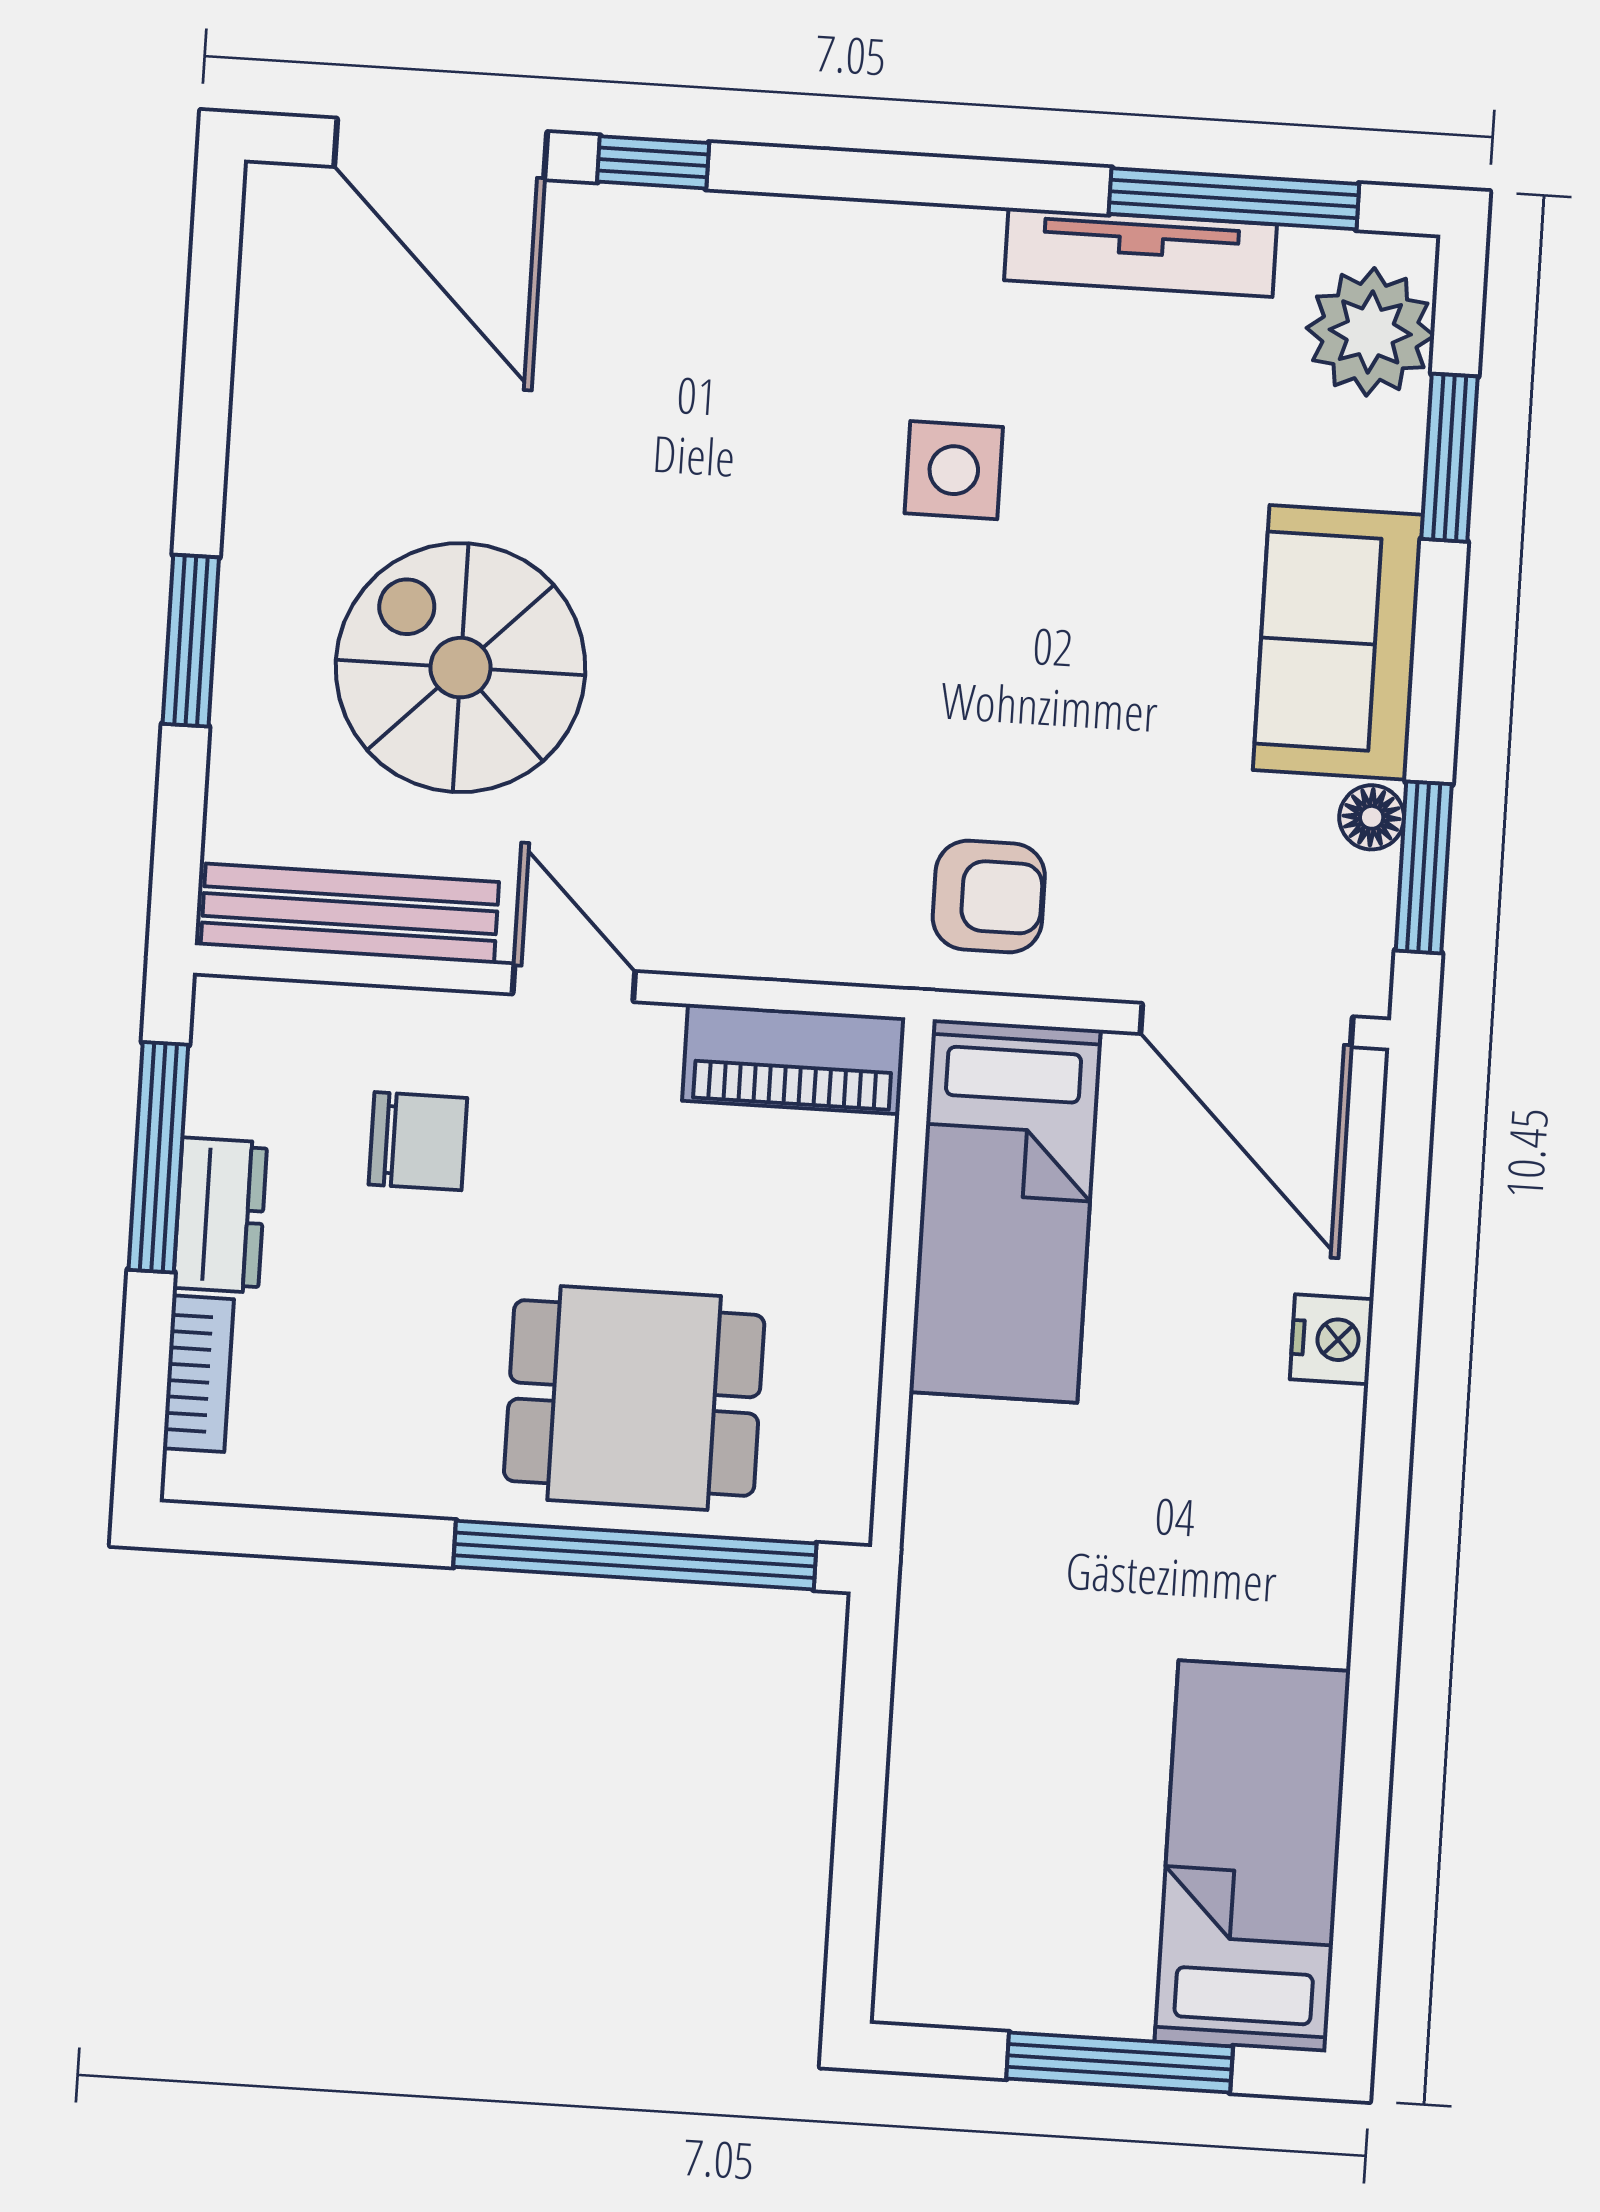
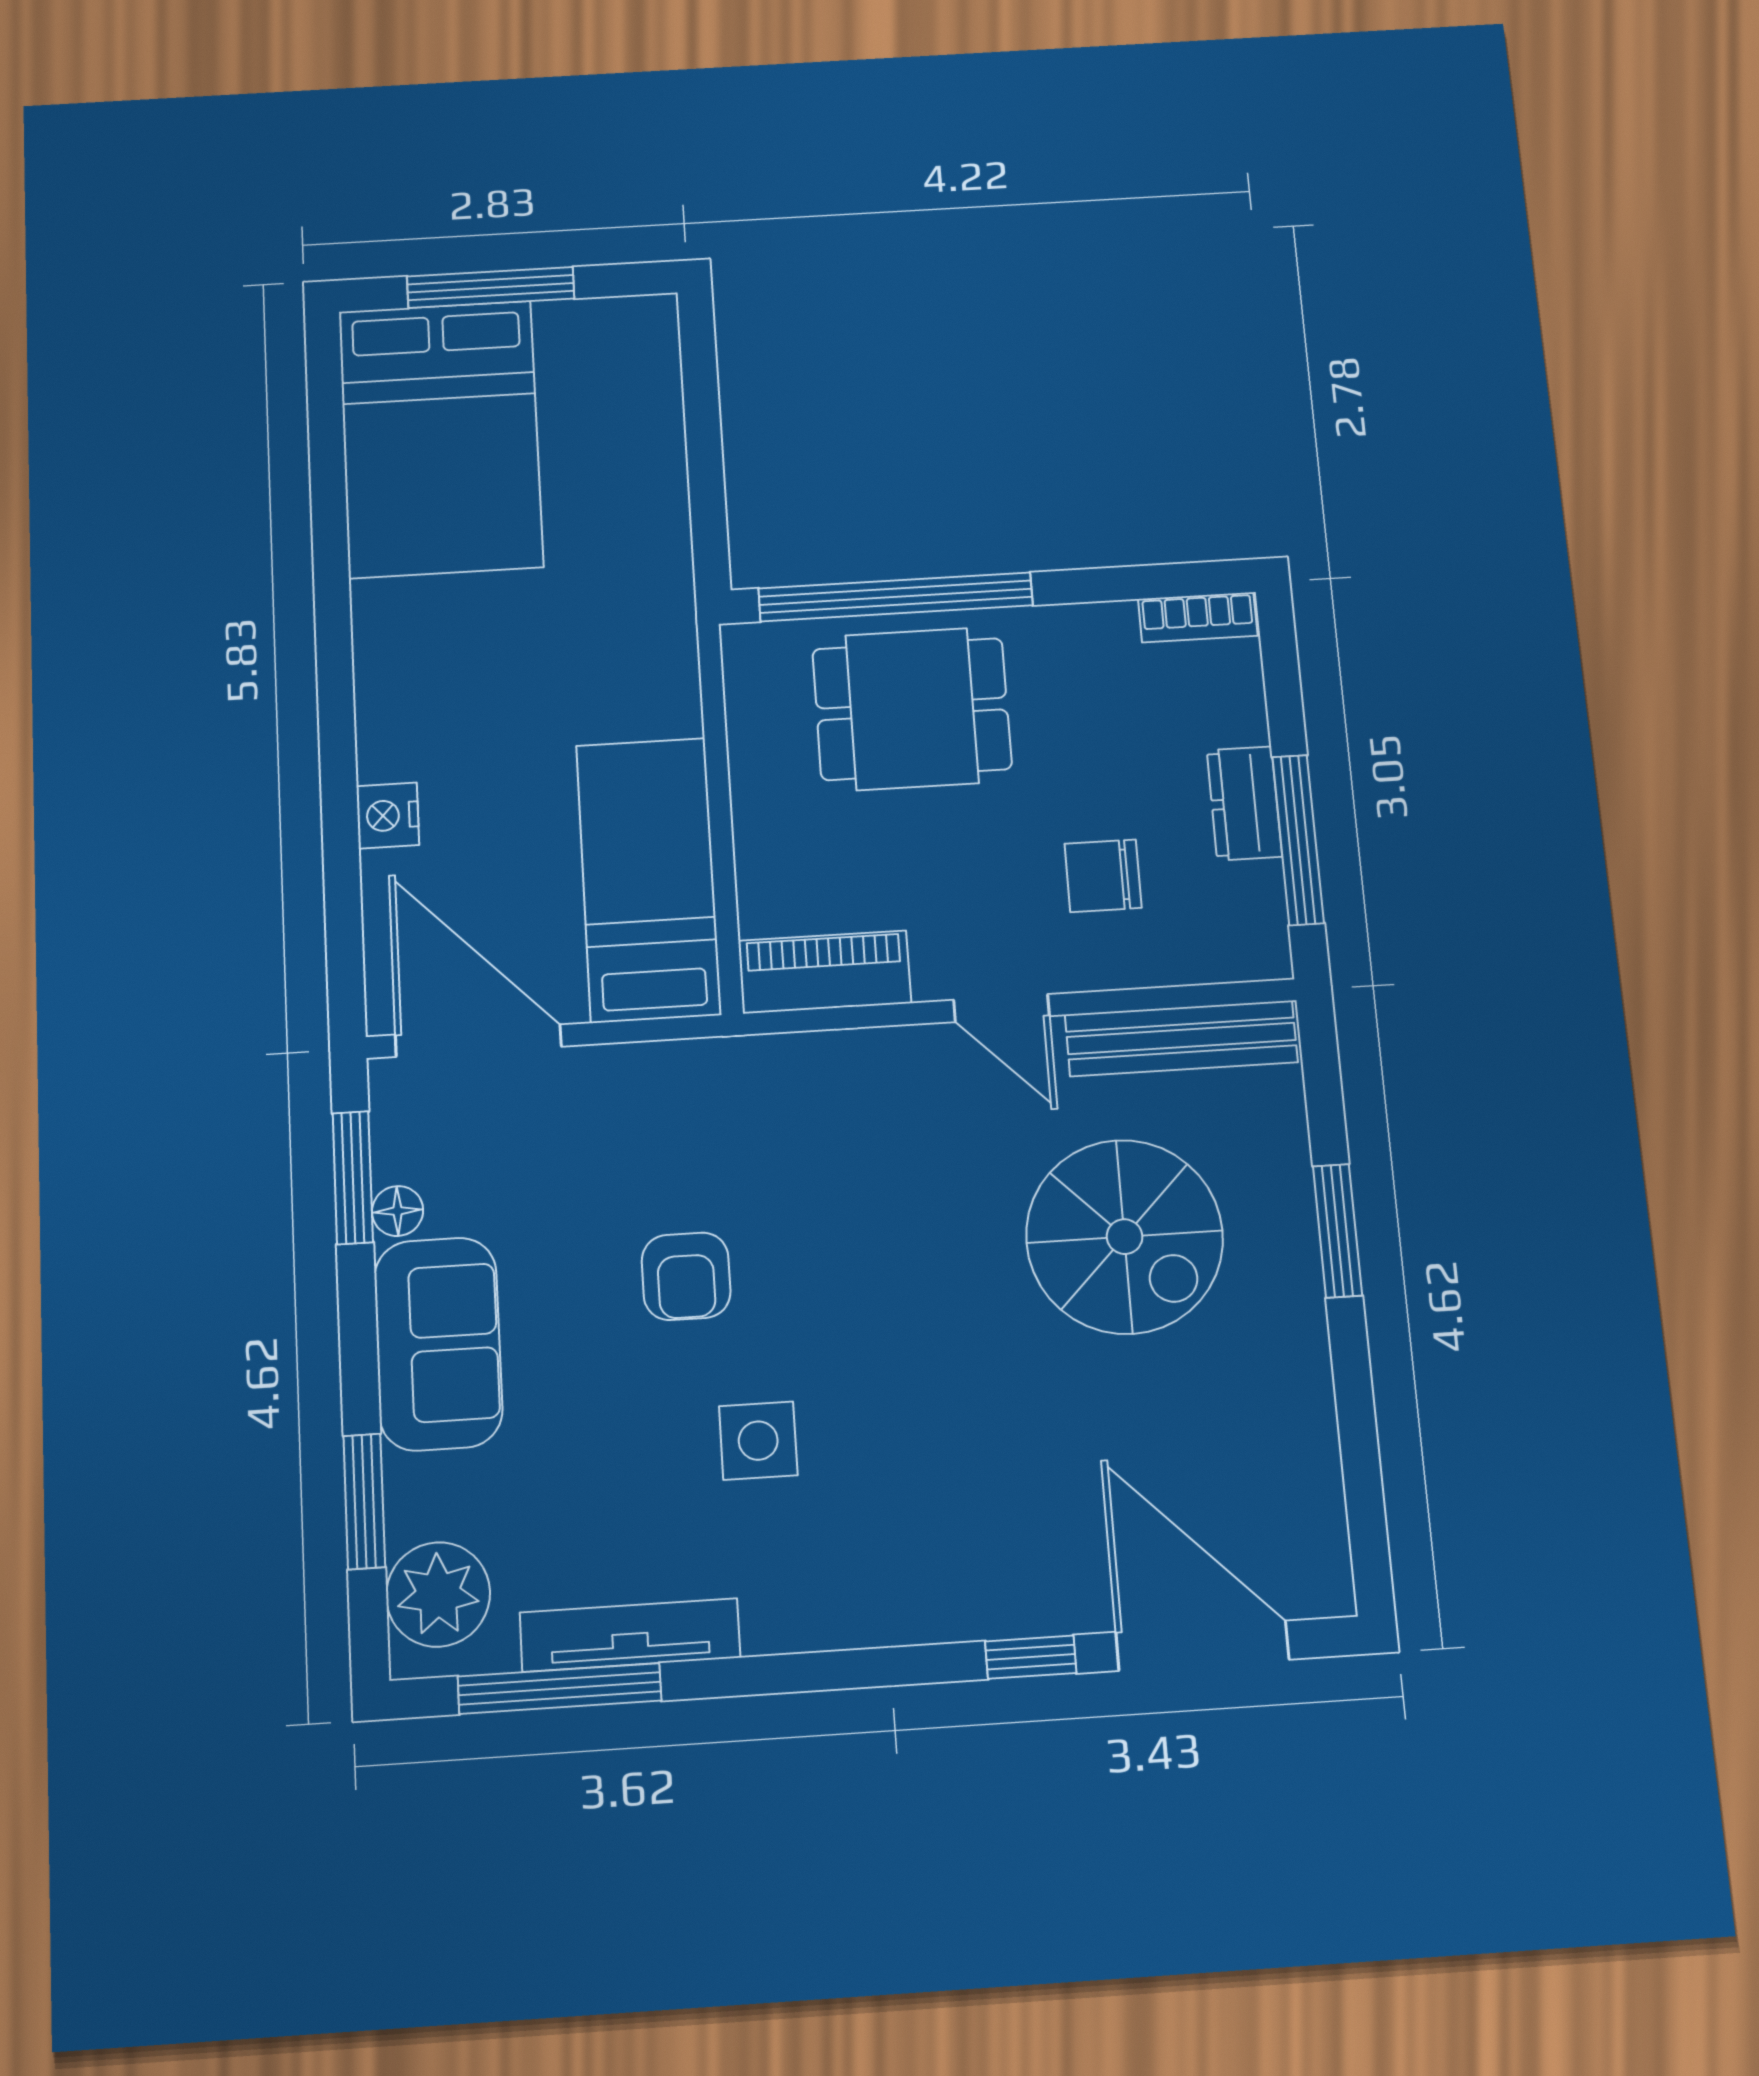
armchair: (989, 896) -> (686, 1276), moved, turned -90
bookcase: (198, 1374) -> (1198, 617), moved, turned -90
bed: (1252, 1856) -> (440, 439), width x1.50

